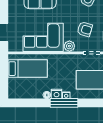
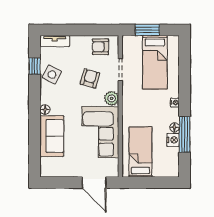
nightstand: (57, 94) -> (173, 140), moved
window: (64, 103) -> (185, 134), moved

